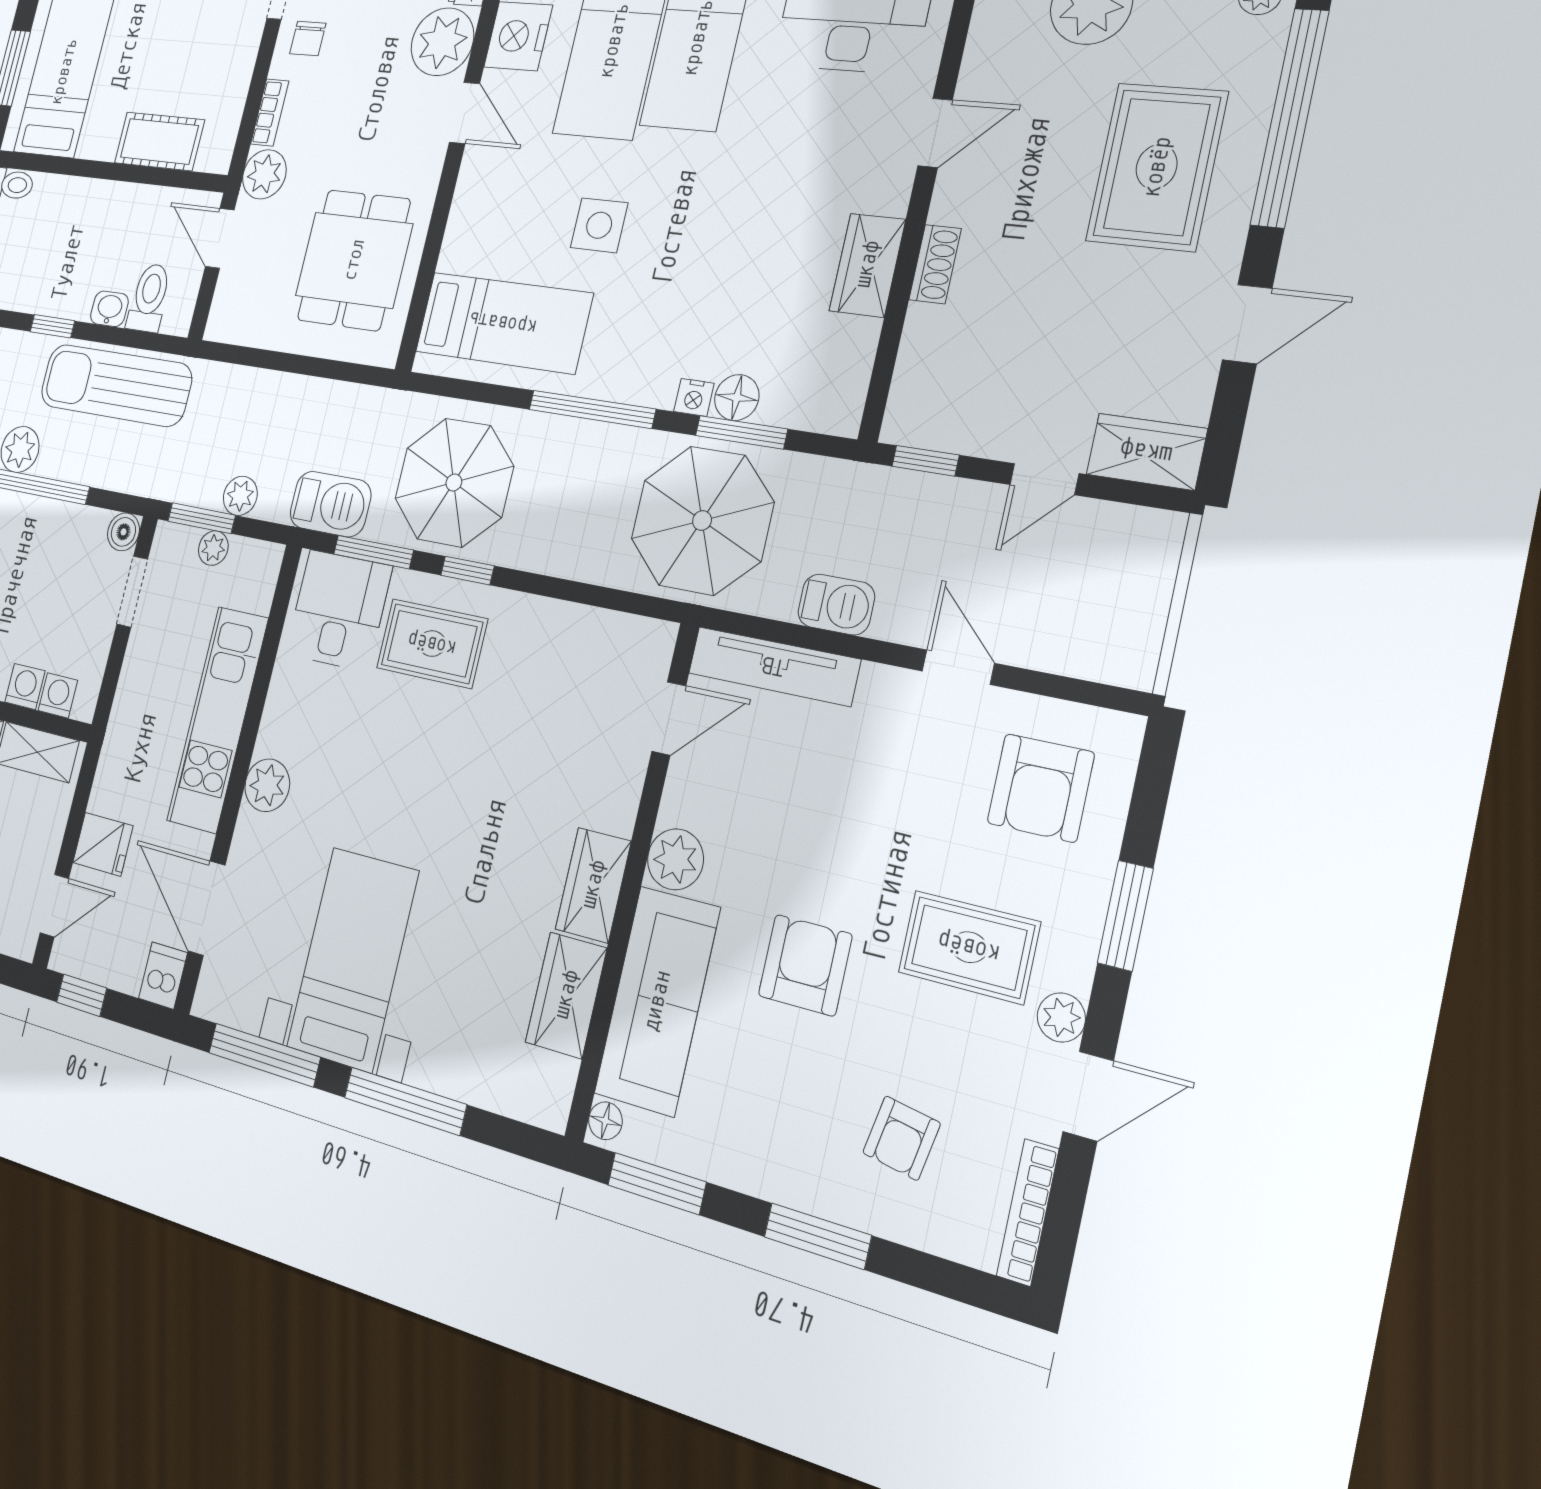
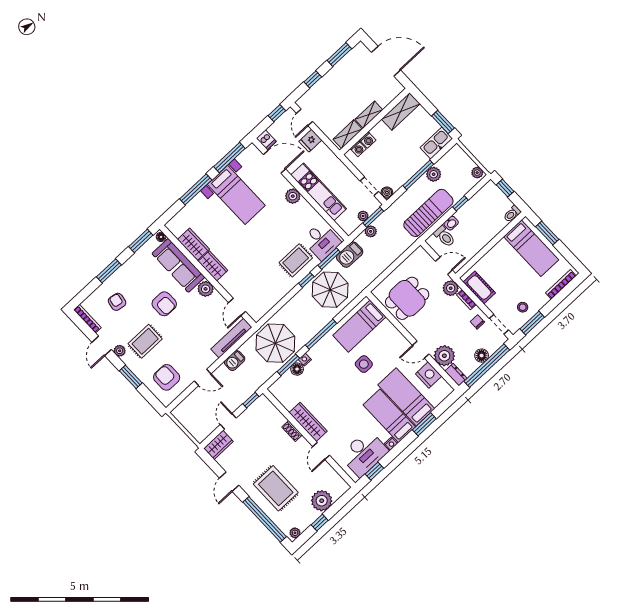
cot: (159, 141) -> (479, 287), moved, turned 90
dining table: (354, 260) -> (407, 298), turned 90
wardrobe: (867, 265) -> (308, 422), width x1.50

